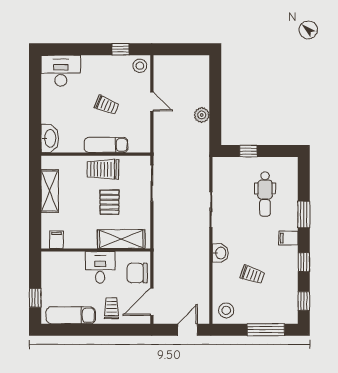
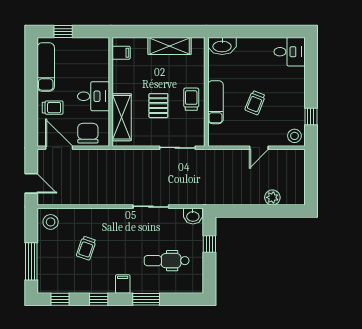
desk: (61, 71) -> (290, 52), width x0.73
plant: (202, 115) -> (272, 197), moved
trolley: (103, 169) -> (191, 99), width x0.73, depth x0.72
pallet: (109, 202) -> (158, 106), turned 90
washbasin: (220, 253) -> (193, 216), moved

